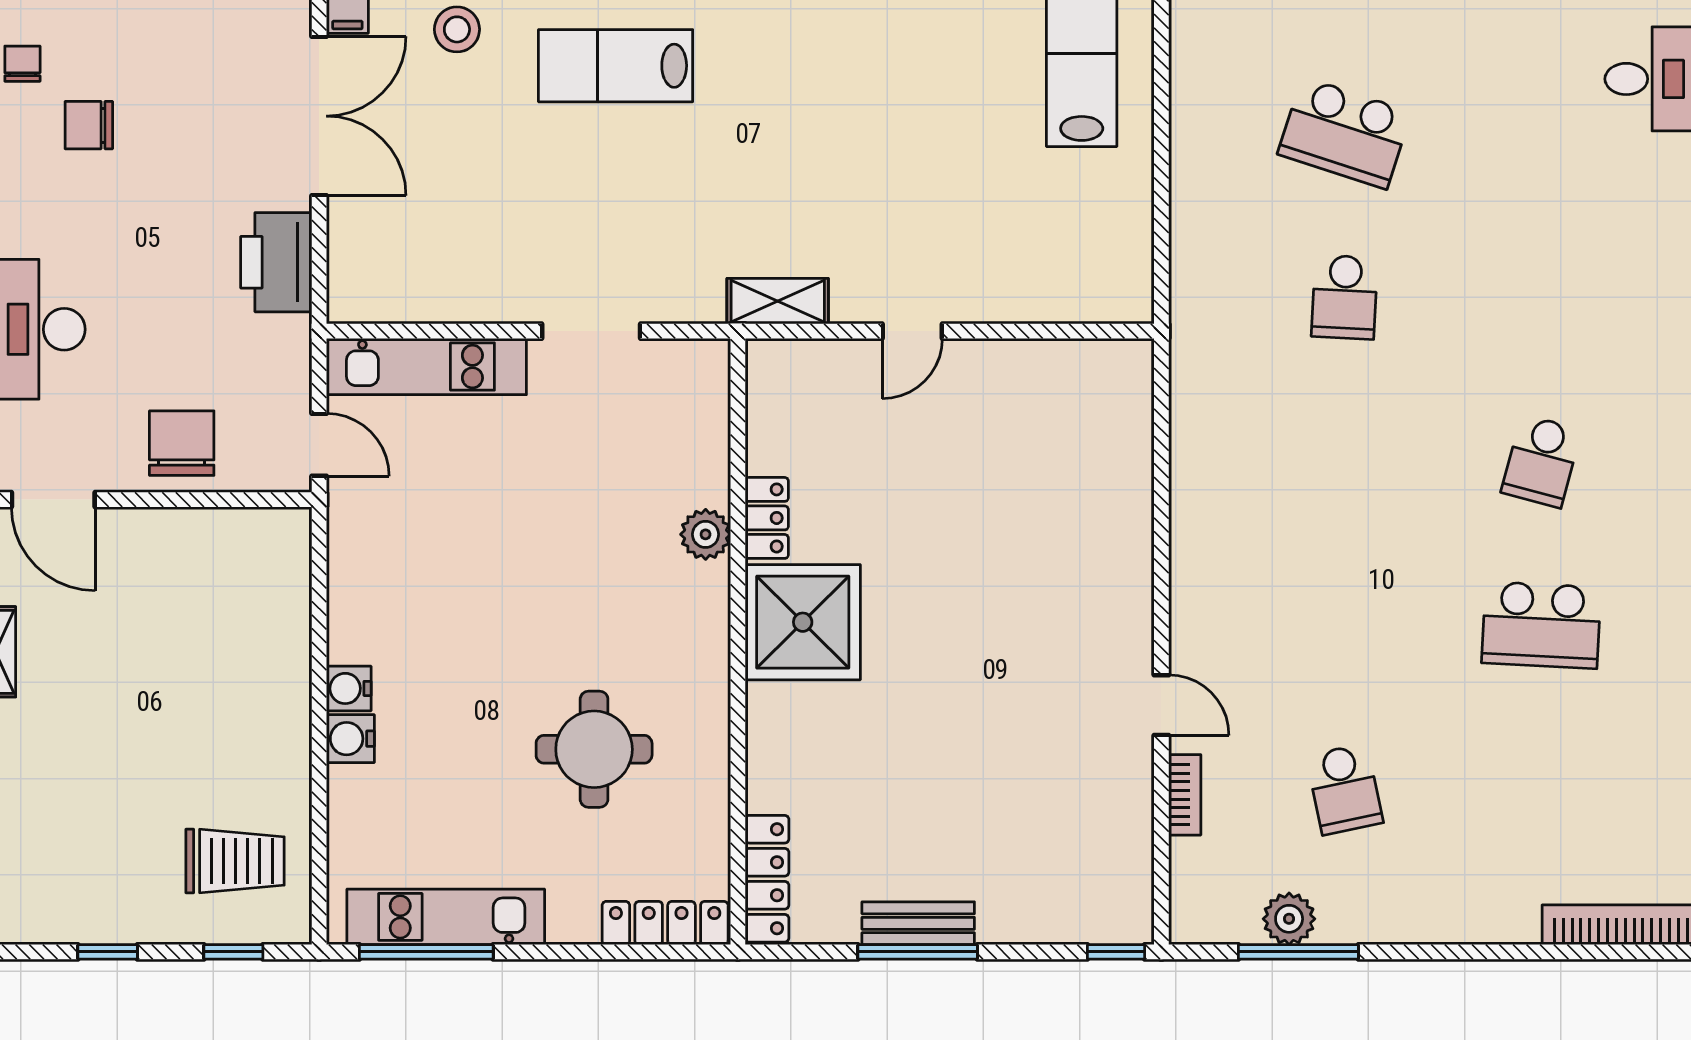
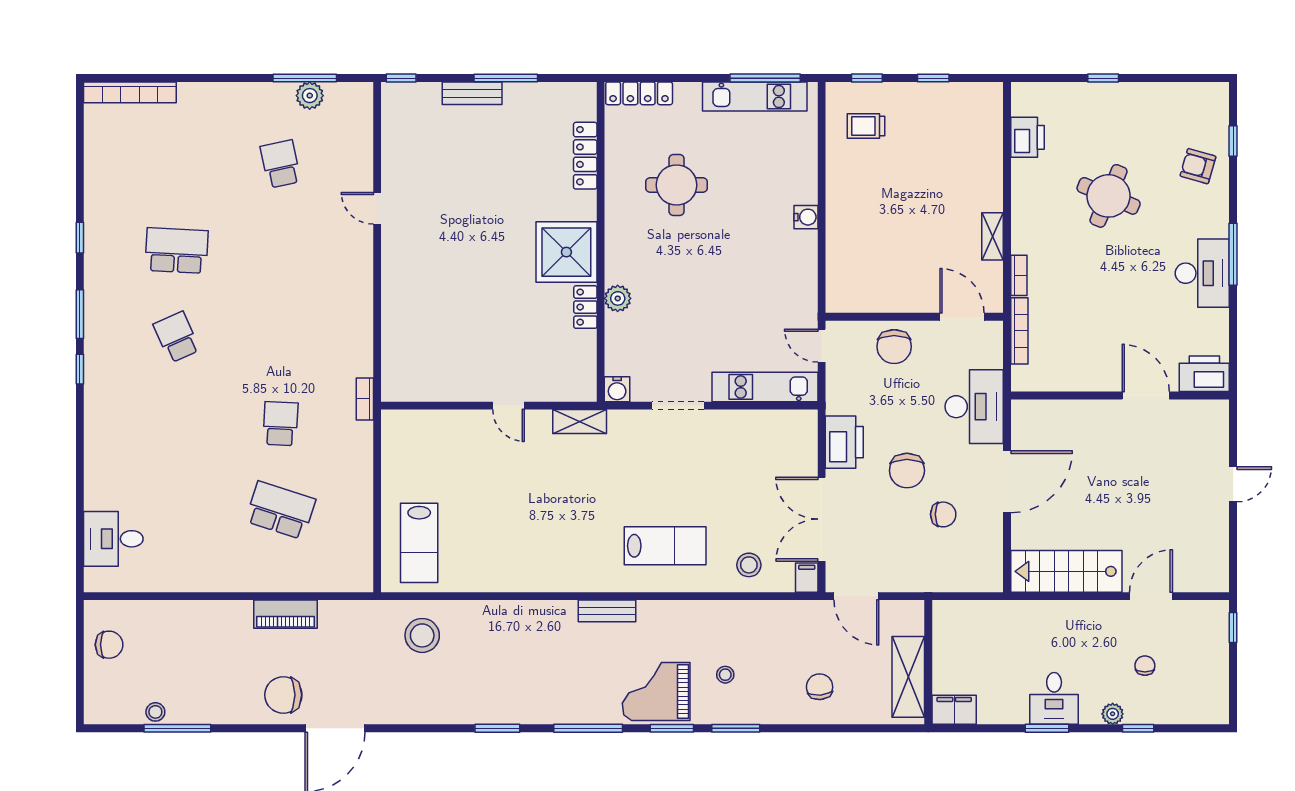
chair: (22, 64) -> (907, 471), moved, width x1.87, depth x1.87
door: (912, 331) -> (509, 406), swing flipped
school desk: (1541, 461) -> (177, 337), turned -39
water cooler: (350, 739) -> (617, 389), moved, turned 90
bookcase: (1185, 795) -> (365, 399), moved
trolley: (235, 861) -> (866, 126), width x0.73, depth x0.72
locker: (767, 879) -> (585, 156), moved
bench: (918, 923) -> (472, 93), moved

